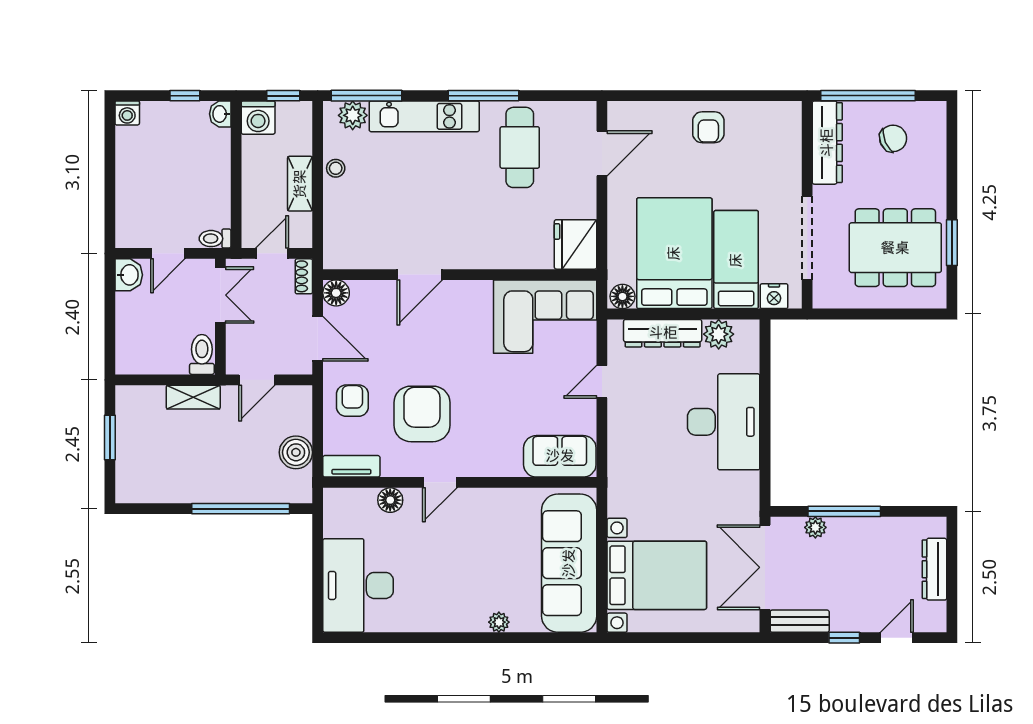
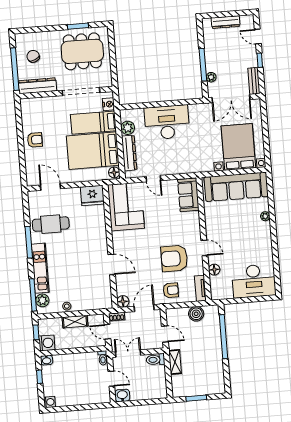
dining table: (895, 248) -> (82, 51), turned 90
armchair: (352, 401) -> (171, 290), turned 180

